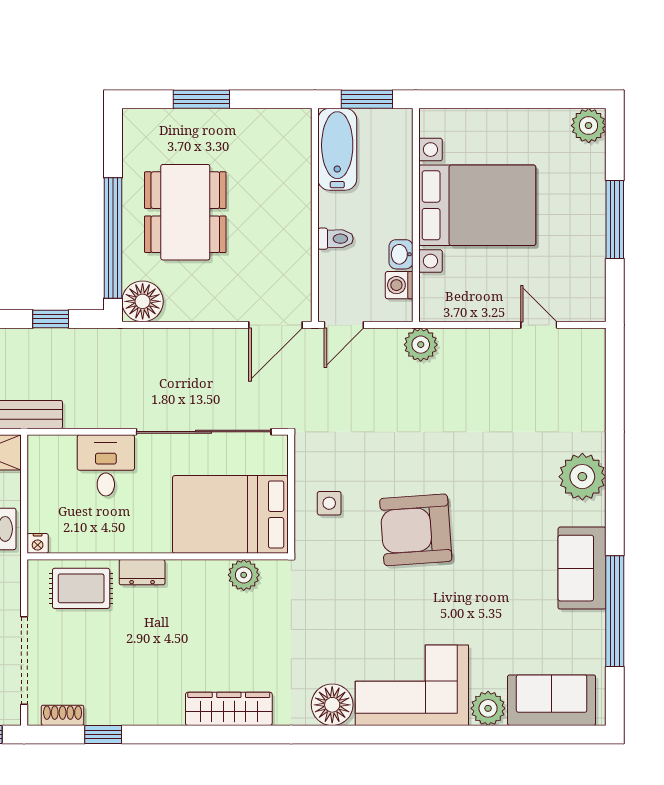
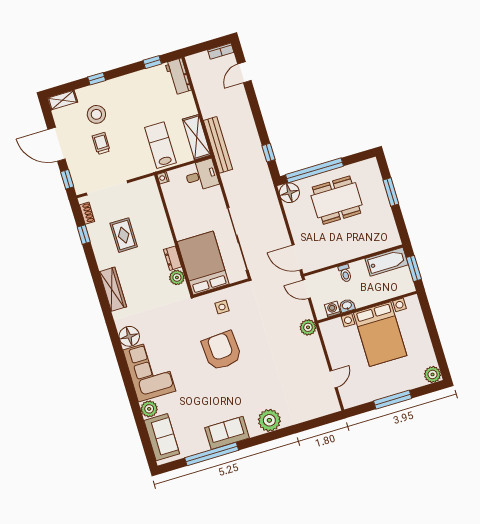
desk: (106, 465) -> (201, 175), moved
dresser: (142, 572) -> (173, 258), moved
rug: (81, 588) -> (124, 235), moved

